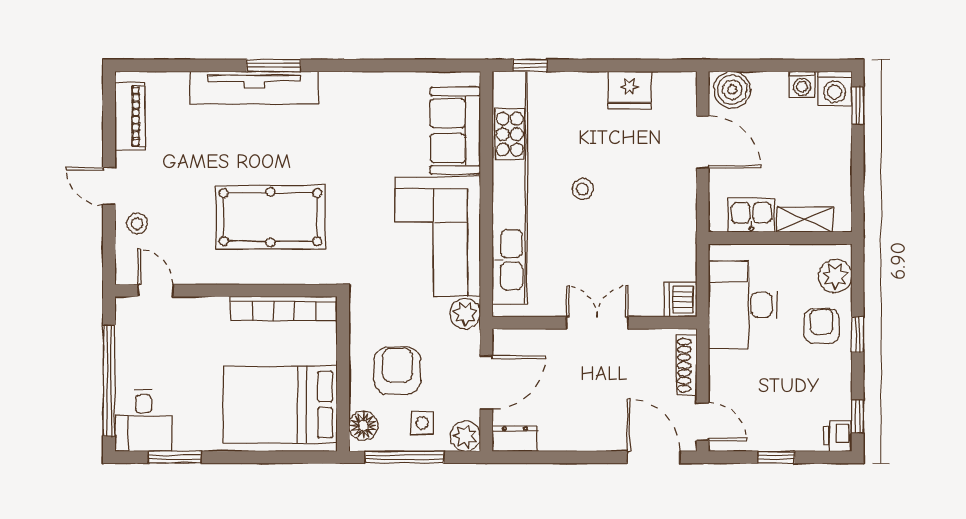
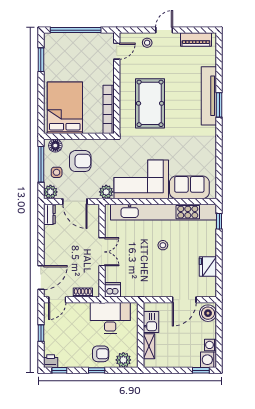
shoe rack: (687, 365) -> (83, 293), width x0.70
desk: (143, 421) -> (58, 46), removed

